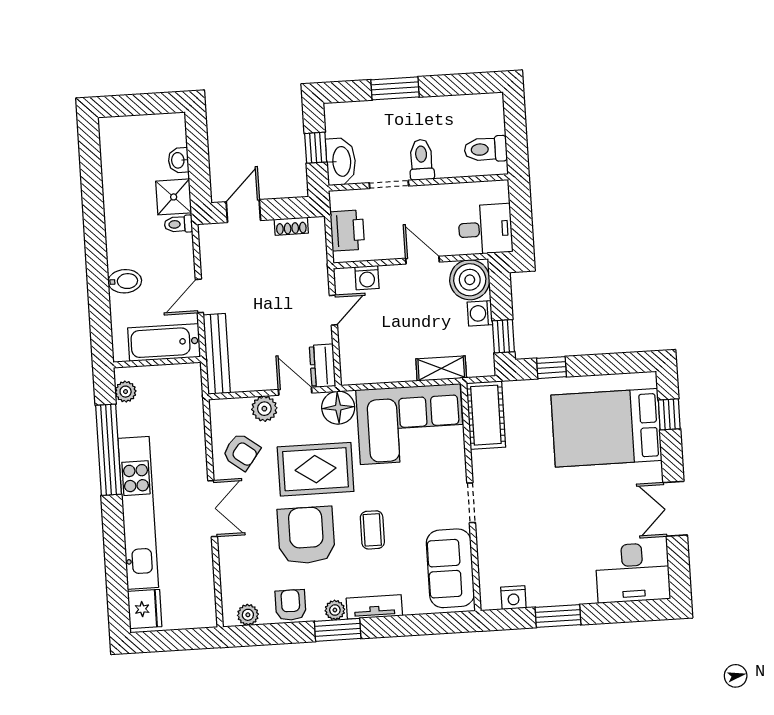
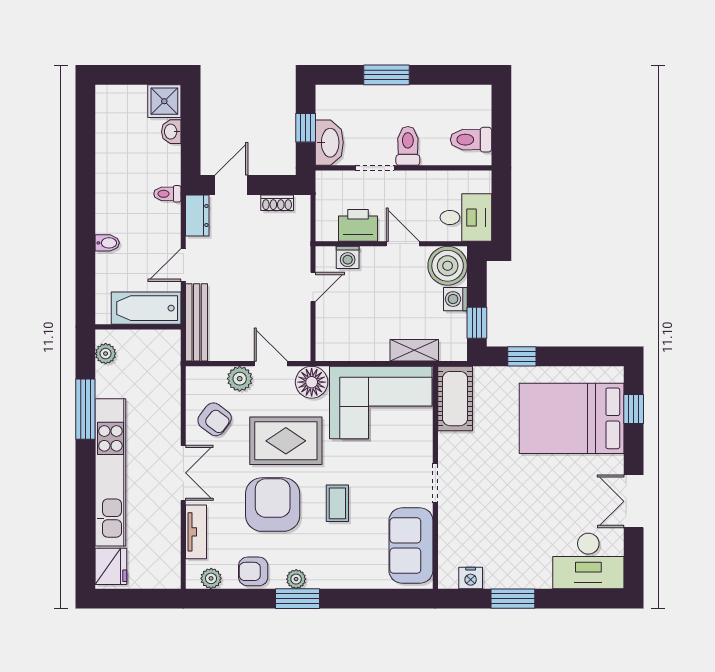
shower: (174, 197) -> (164, 101), moved
printer: (347, 231) -> (358, 225), moved, turned -90
bidet: (125, 281) -> (107, 243), width x0.72, depth x0.74
dresser: (322, 366) -> (197, 215), moved, turned 180
window: (108, 450) -> (85, 409), width x0.68
armchair: (291, 605) -> (253, 571), turned -90
tv unit: (374, 607) -> (196, 532), moved, turned 90

